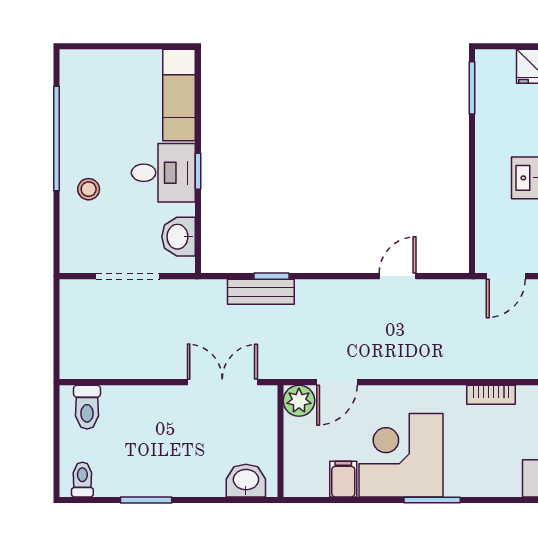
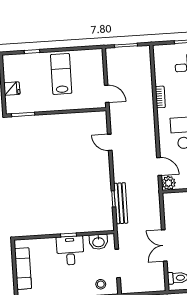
exam couch: (179, 95) -> (23, 269), moved, turned -90
stool: (89, 189) -> (101, 284), moved
bench: (261, 292) -> (121, 203), width x1.36
double door: (222, 382) -> (164, 245), moved

